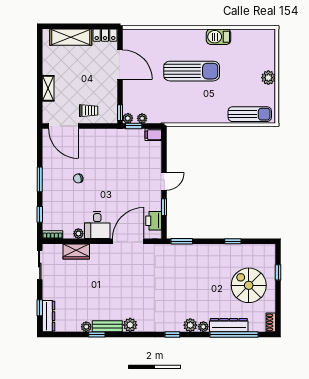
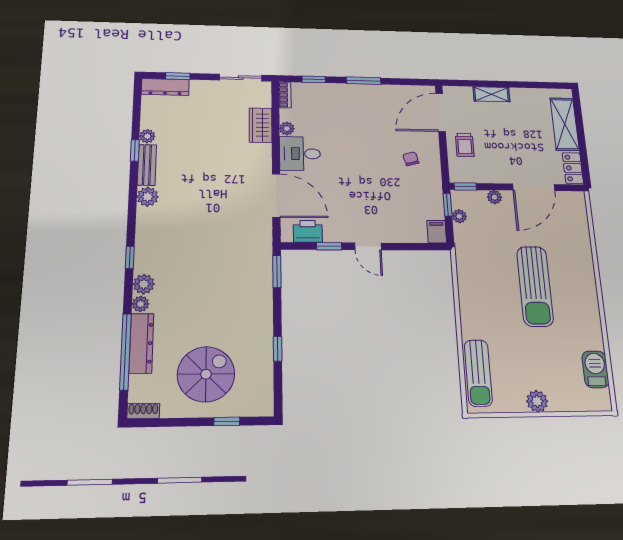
barbecue: (219, 37) -> (595, 369), moved
plant: (128, 118) -> (494, 197), moved
chair: (78, 178) -> (411, 159), moved

